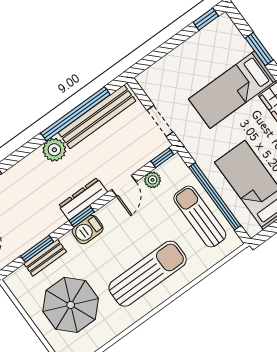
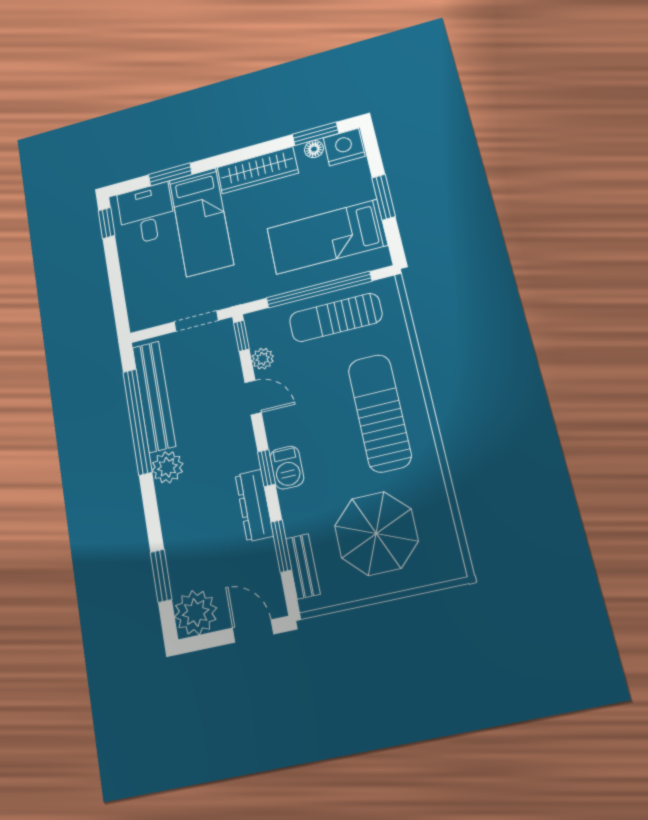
desk: (223, 46) -> (146, 214), added
dresser: (83, 199) -> (254, 505), moved
bench: (45, 258) -> (303, 566), moved

